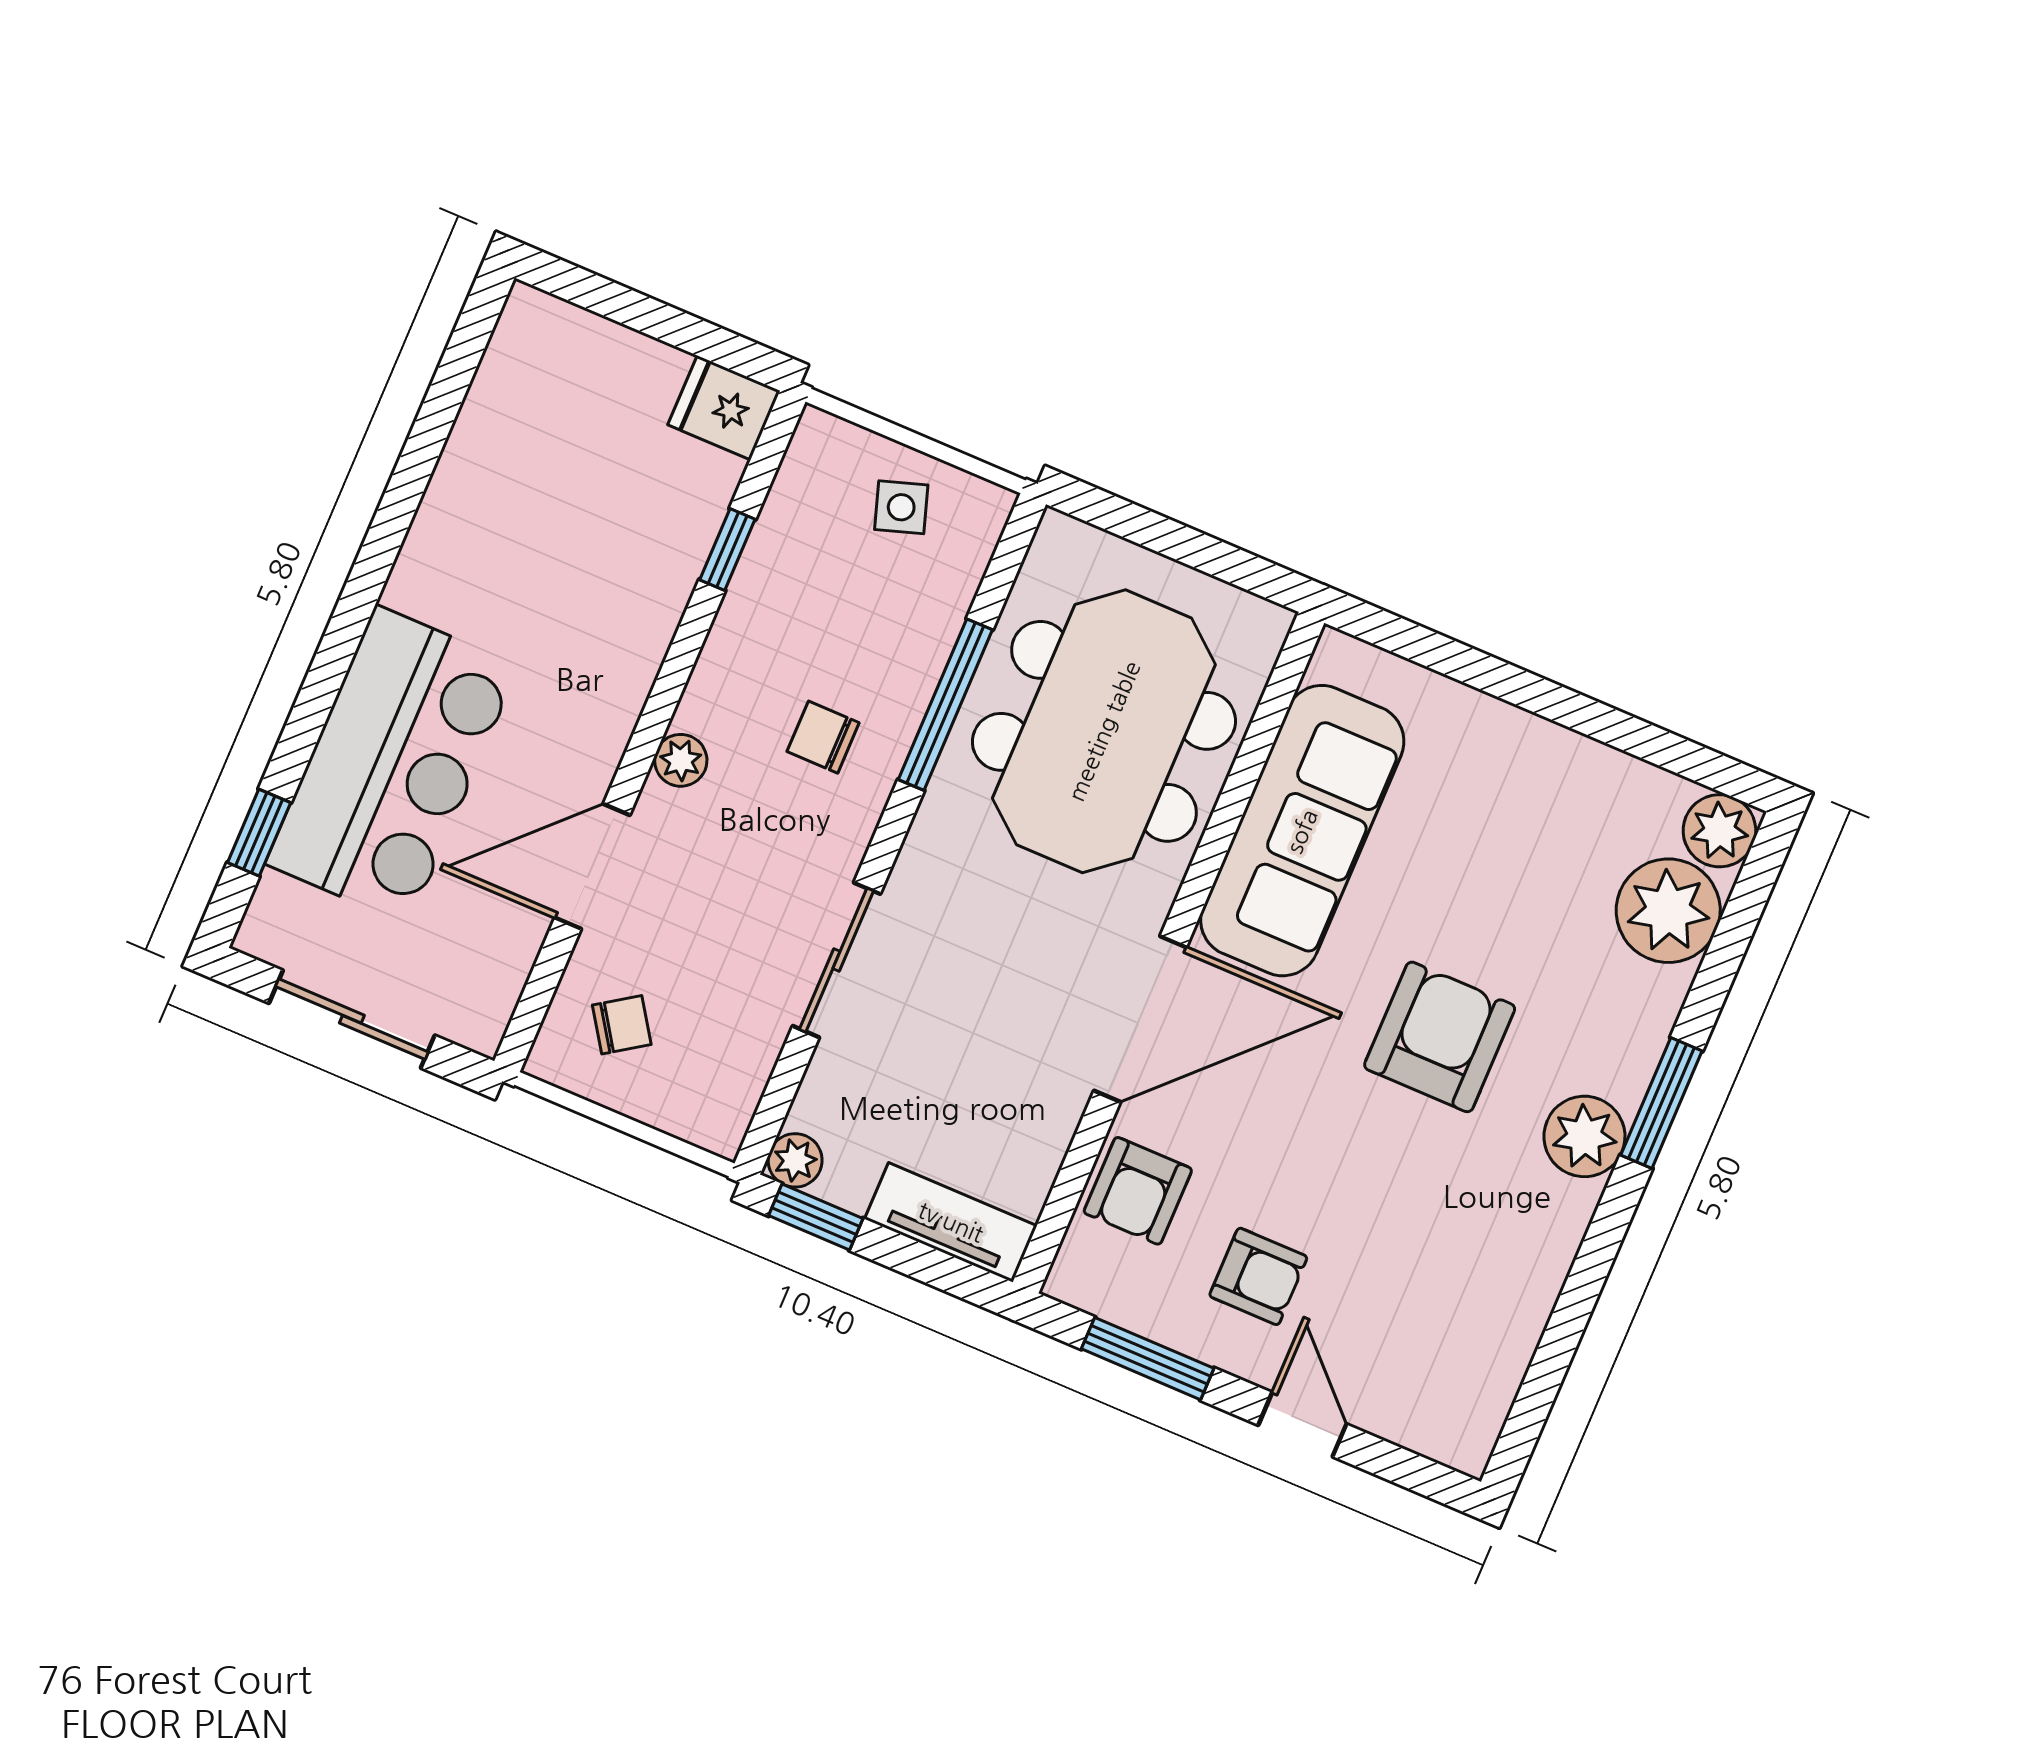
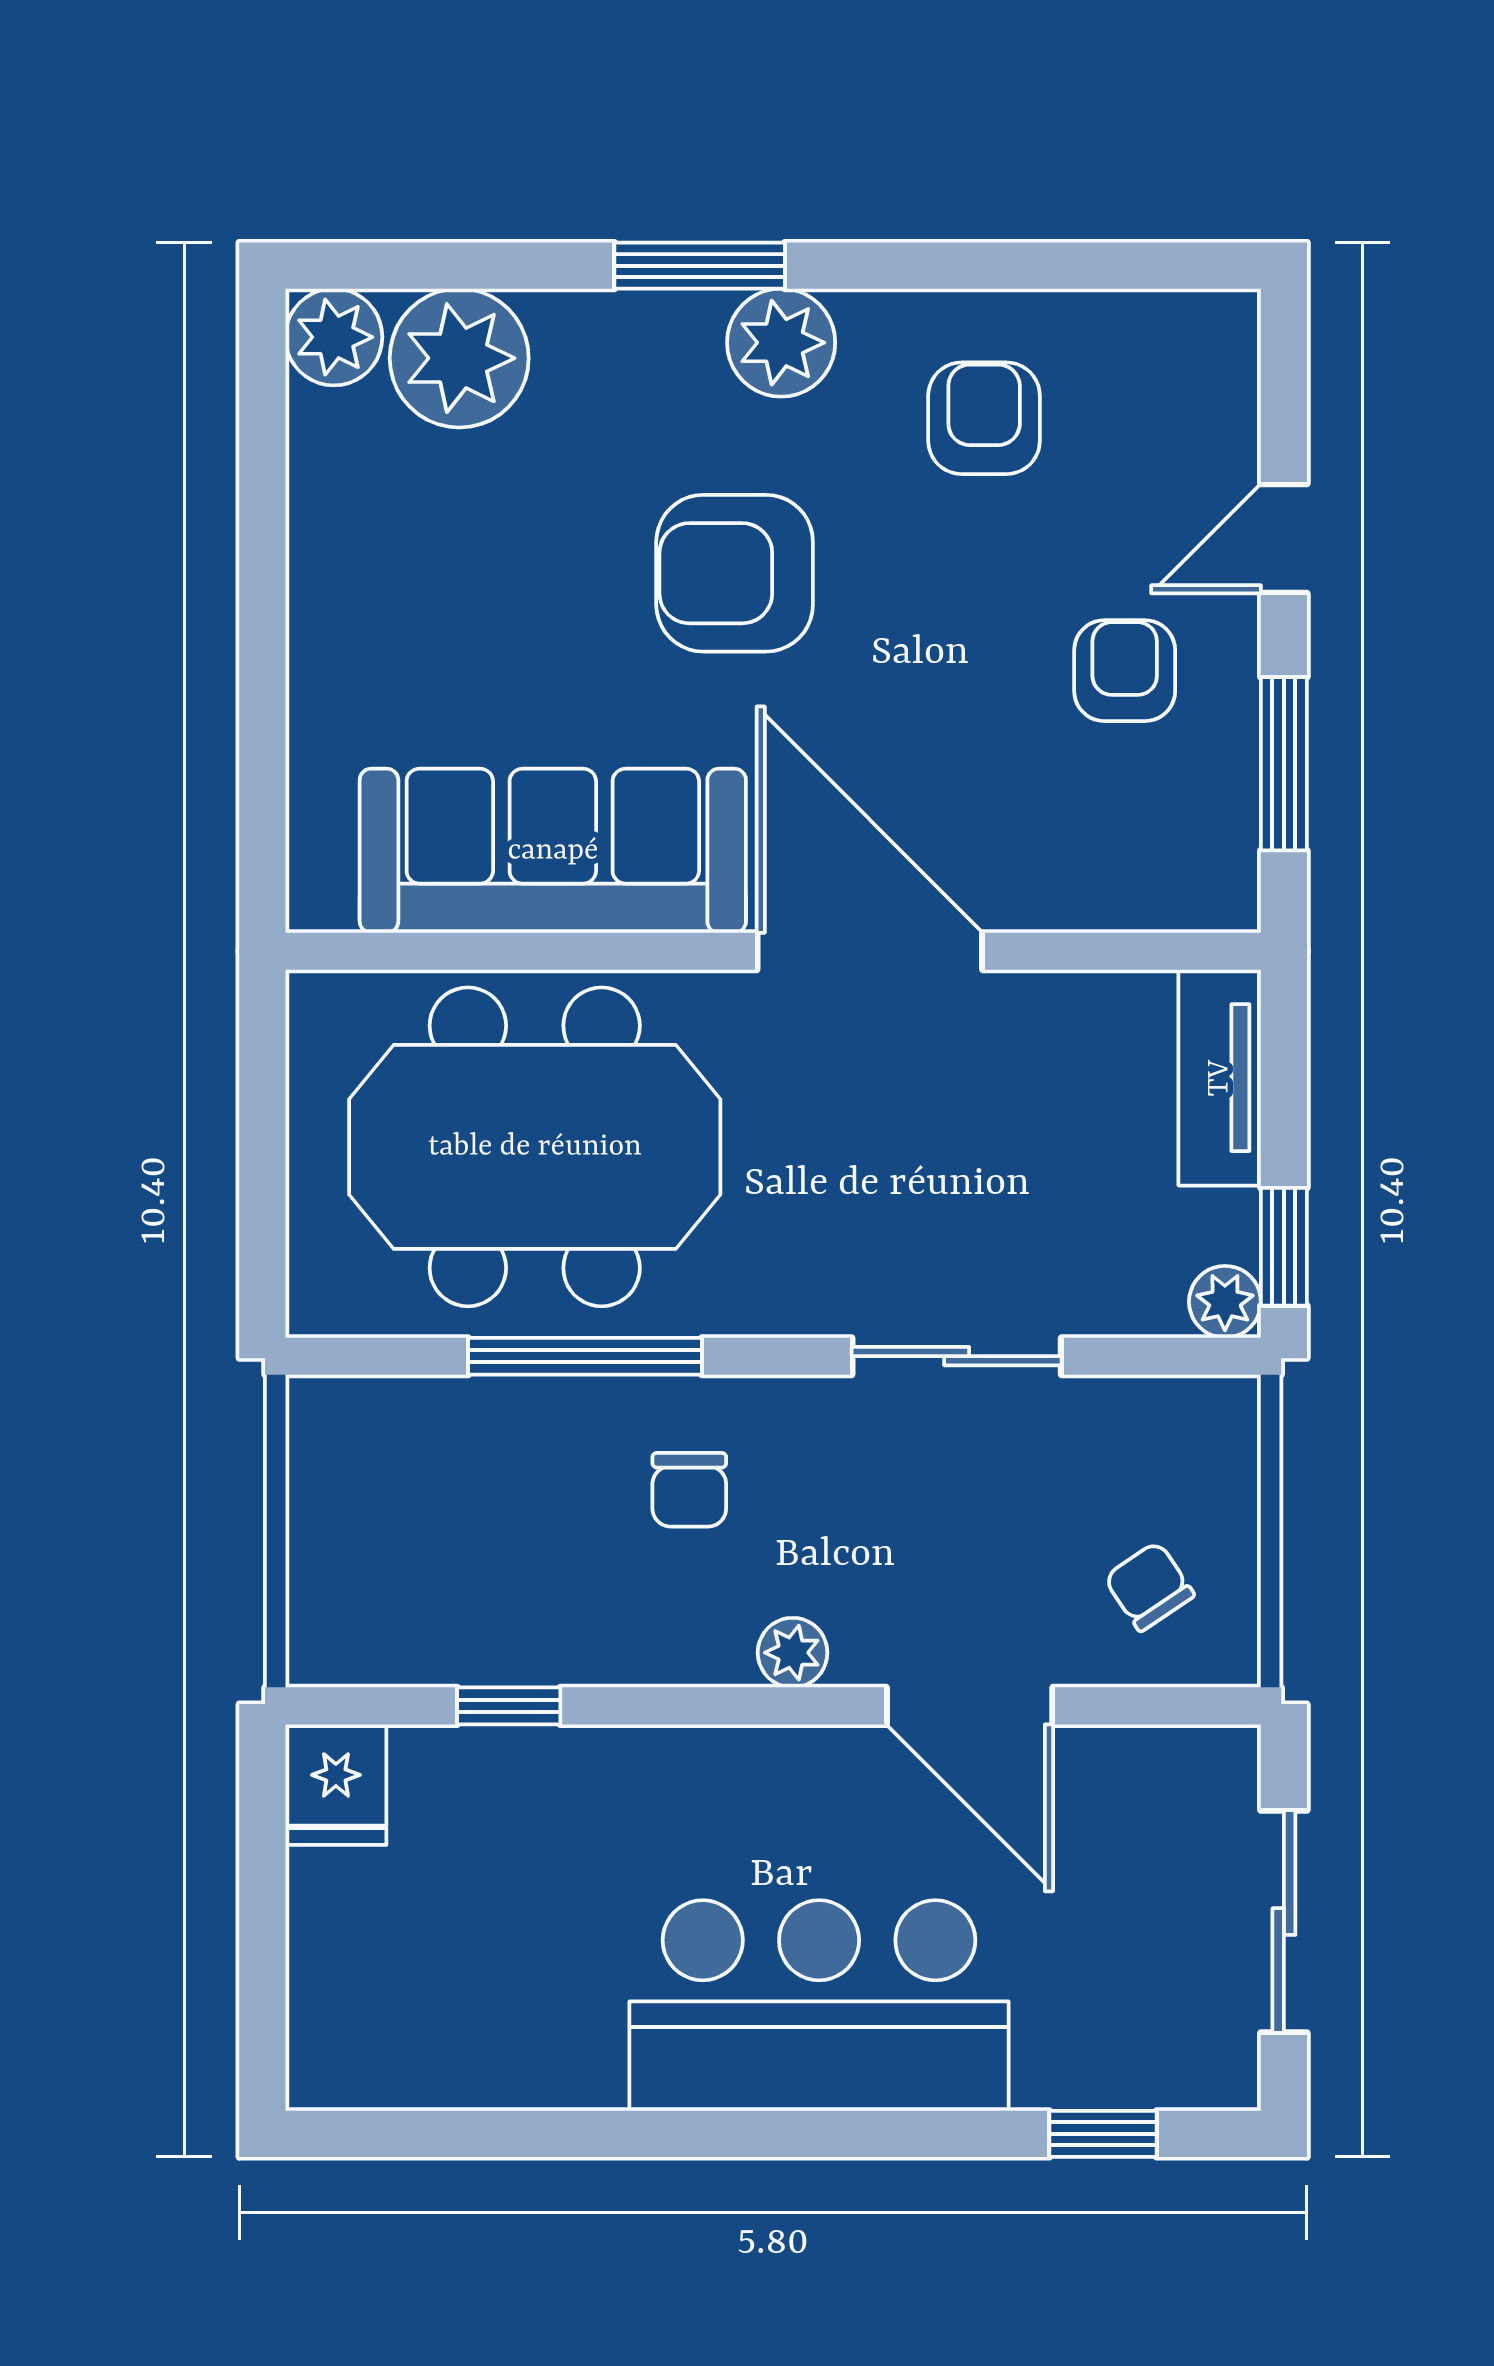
side table: (901, 507) -> (365, 1514), removed
bar counter: (392, 765) -> (819, 2006), moved
armchair: (1138, 1191) -> (984, 418), moved, turned -90

